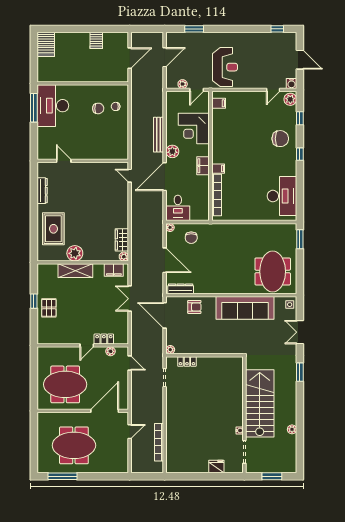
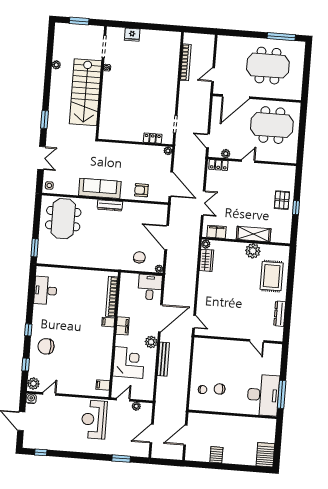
desk: (282, 196) -> (45, 291), width x0.73, depth x0.77
dresser: (181, 289) -> (110, 205), moved
sofa: (245, 308) -> (100, 188), width x0.74, depth x0.79
locker: (104, 339) -> (218, 165), moved

